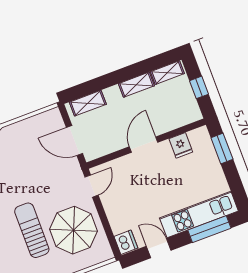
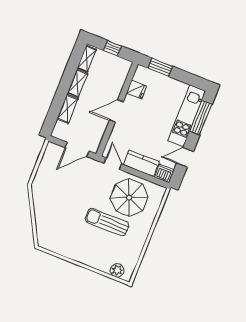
shelving: (88, 103) -> (67, 109), moved
door: (144, 145) -> (116, 111), hinge flipped
kitchen counter: (116, 212) -> (141, 163), added

